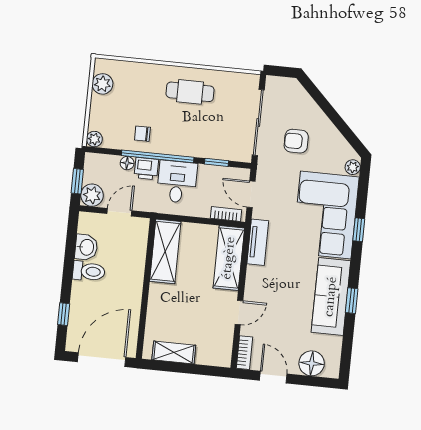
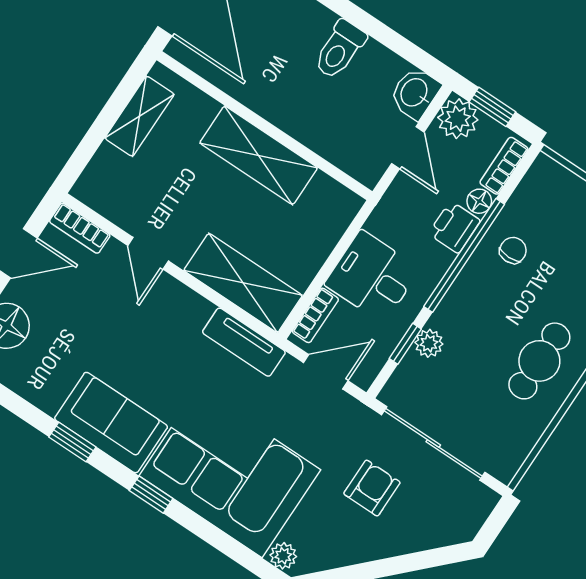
plant: (94, 139) -> (429, 343), moved
bookcase: (103, 160) -> (504, 166), added
desk: (177, 182) -> (372, 277), moved, turned 180
window: (359, 230) -> (151, 495), moved
washbasin: (86, 247) -> (415, 93), moved, turned 90
shelving: (165, 251) -> (259, 155), moved
sofa: (331, 297) -> (111, 423), width x0.73

